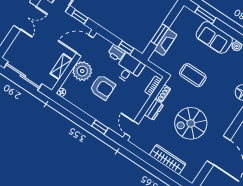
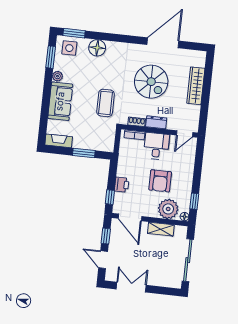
window: (205, 15) -> (44, 120), removed
fireplace: (166, 42) -> (59, 141), moved
window: (126, 48) -> (110, 197), moved
desk: (129, 69) -> (156, 146), moved, turned 90
plant: (82, 71) -> (168, 209), moved
armchair: (103, 87) -> (160, 181), turned 180
window: (100, 127) -> (194, 201), moved

